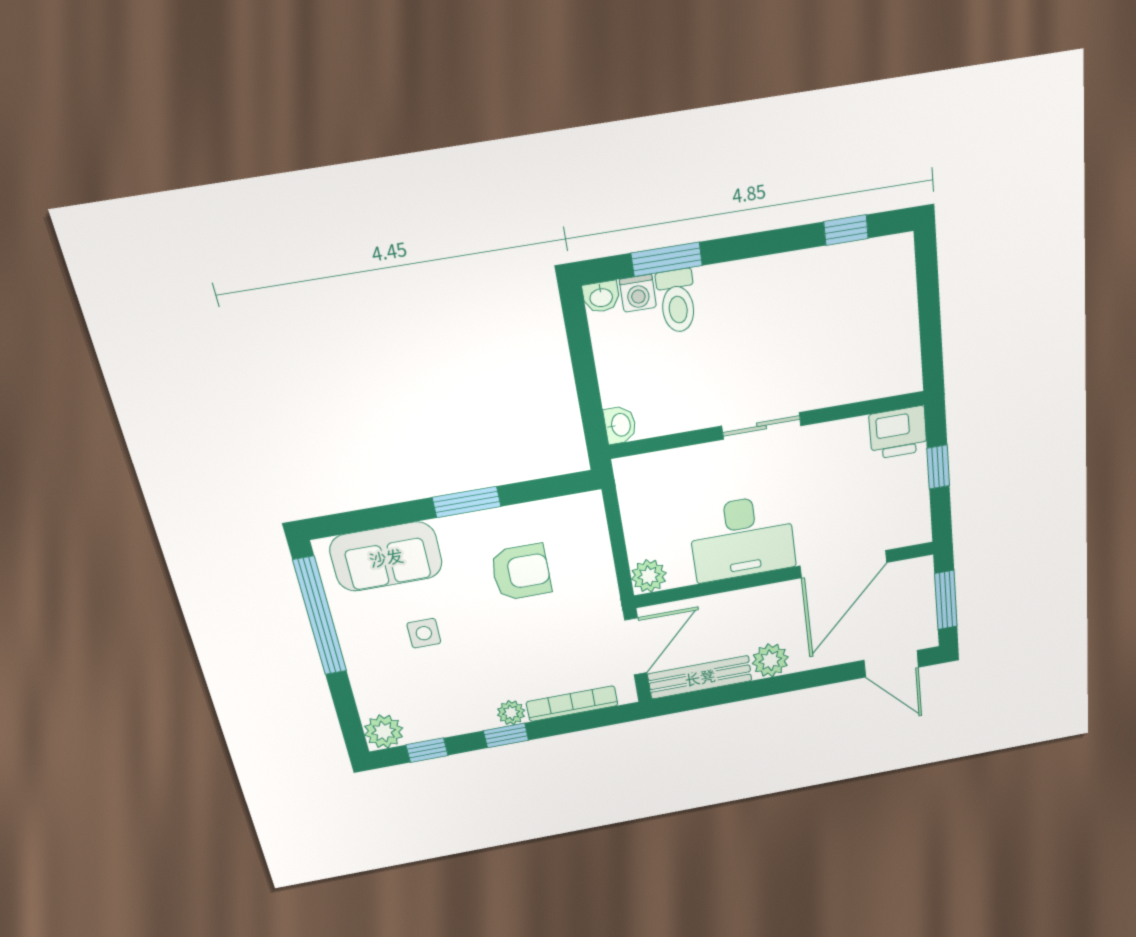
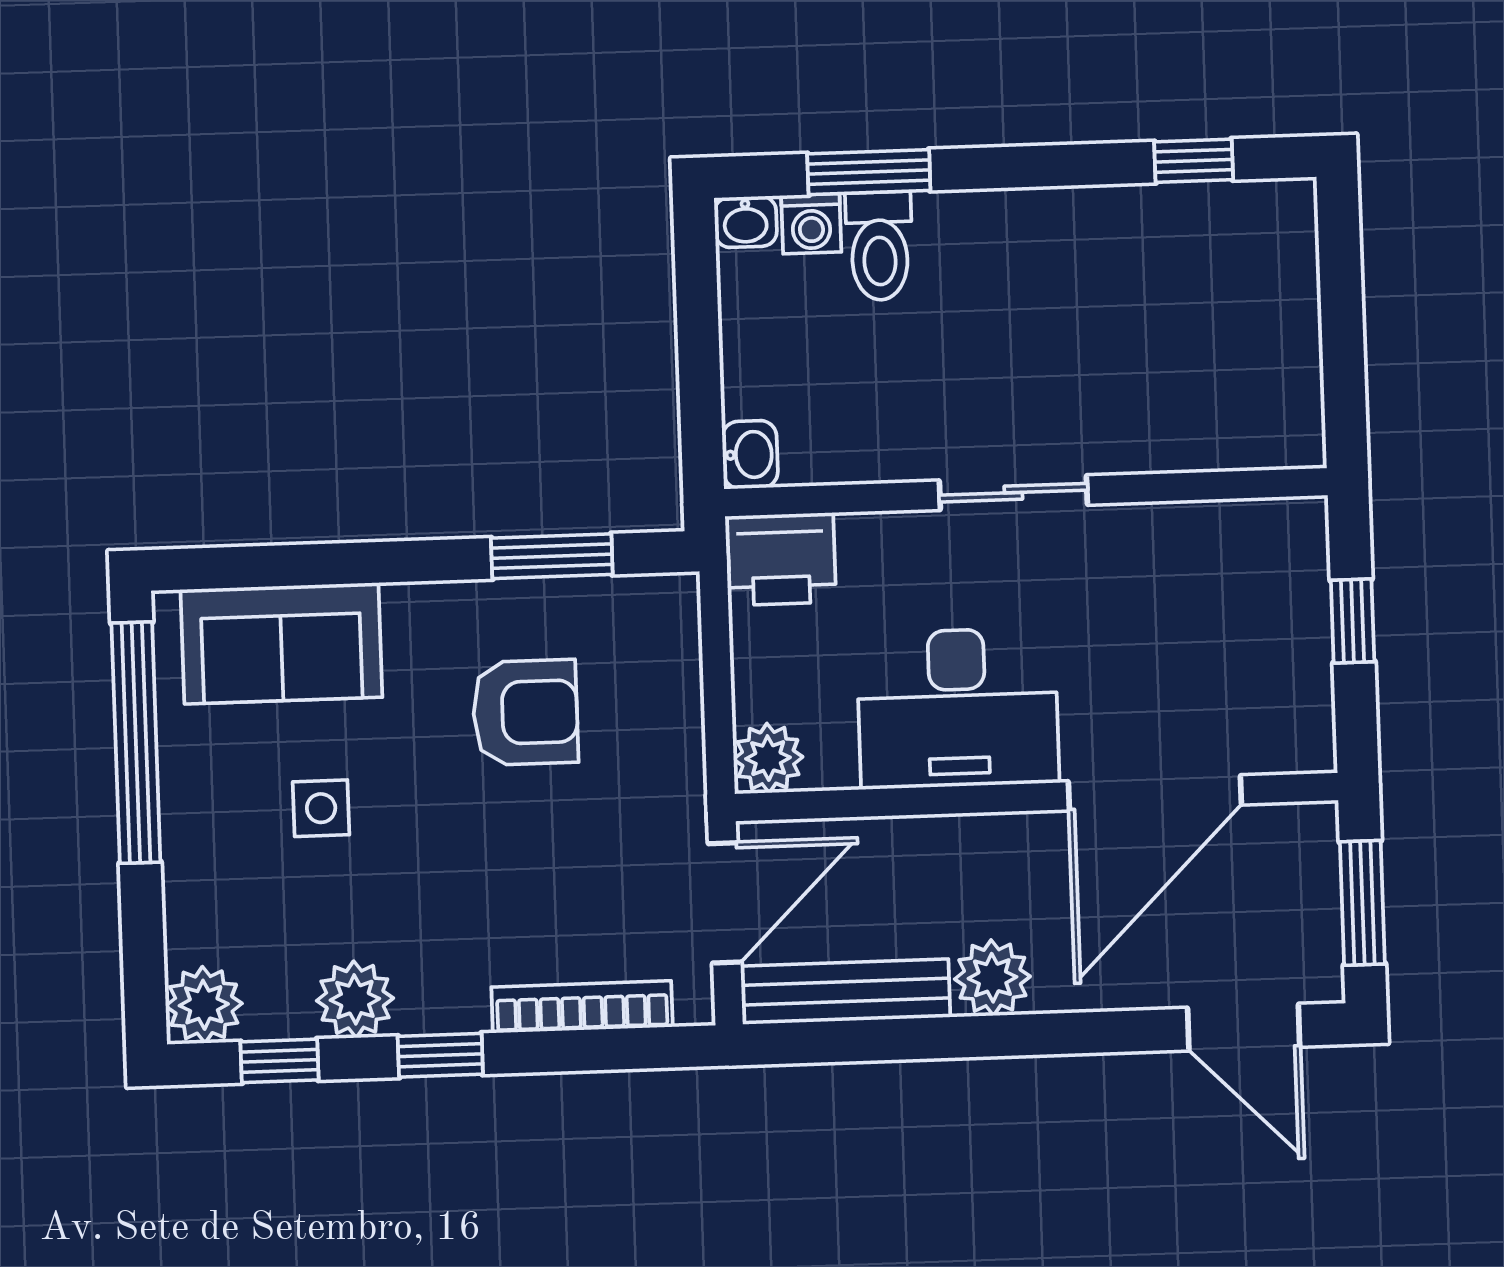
printer: (898, 433) -> (781, 559), moved
window: (467, 502) -> (552, 556), moved
plant: (511, 713) -> (355, 999), moved, width x1.38, depth x1.38

